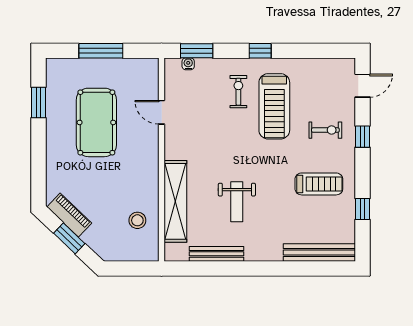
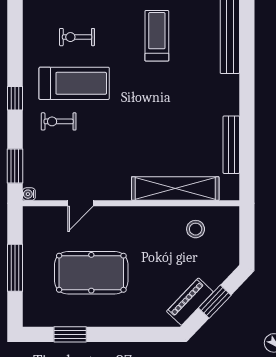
water cooler: (188, 64) -> (29, 194), moved
exercise bike: (325, 130) -> (77, 37), moved, turned -90
weight bench: (237, 202) -> (176, 123), removed

